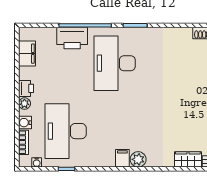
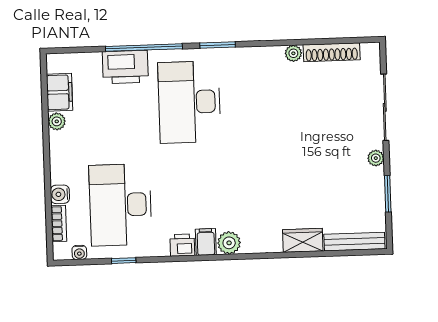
plant: (186, 33) -> (293, 53), added
printer: (26, 88) -> (182, 245), moved, turned -90
plant: (24, 104) -> (57, 121), moved

